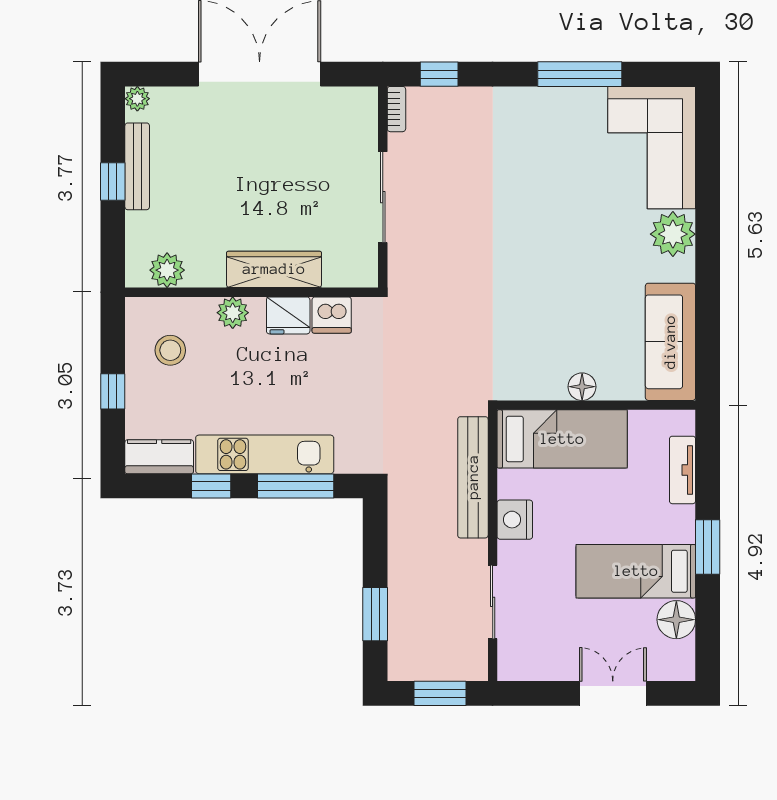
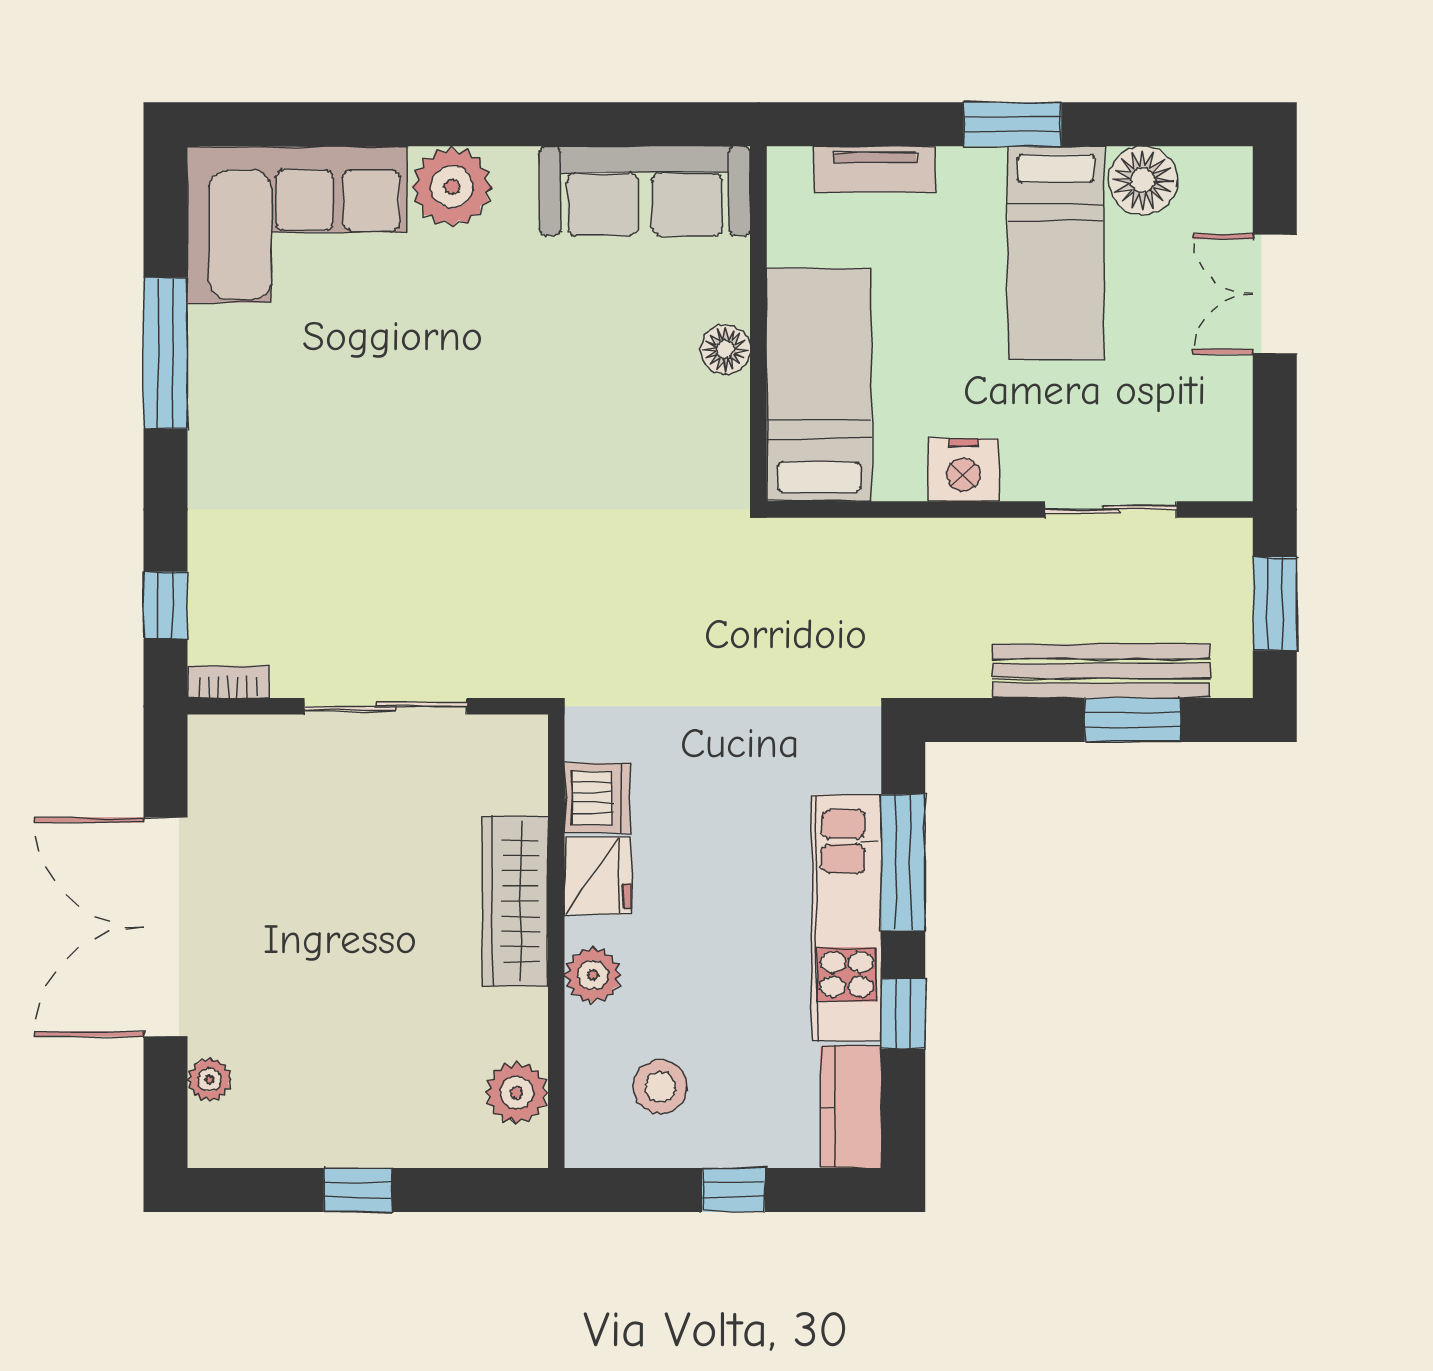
plant: (137, 99) -> (210, 1080), moved
bench: (137, 166) -> (331, 1146), removed
bench: (473, 477) -> (1101, 671), moved

